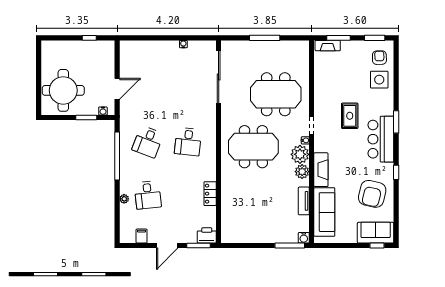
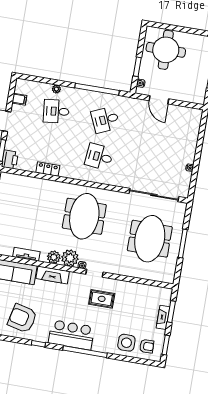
fireplace: (328, 46) -> (163, 317), moved
meeting table: (276, 94) -> (150, 239), moved
rug: (350, 116) -> (102, 299), moved
window: (396, 122) -> (85, 352), width x2.11
desk: (148, 142) -> (105, 120), turned -45

